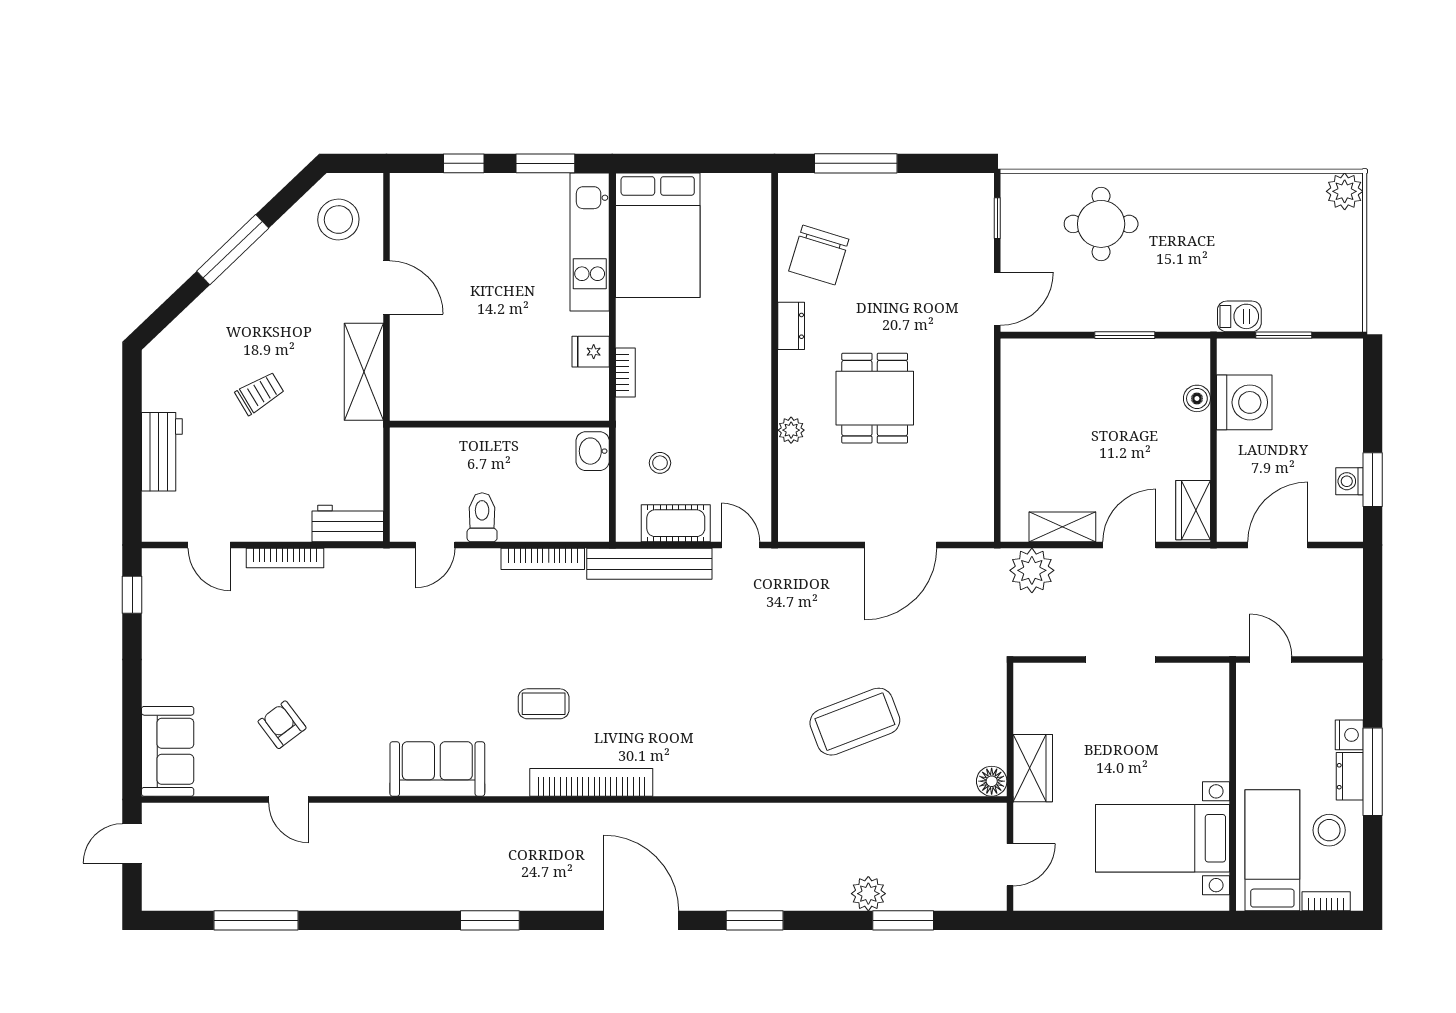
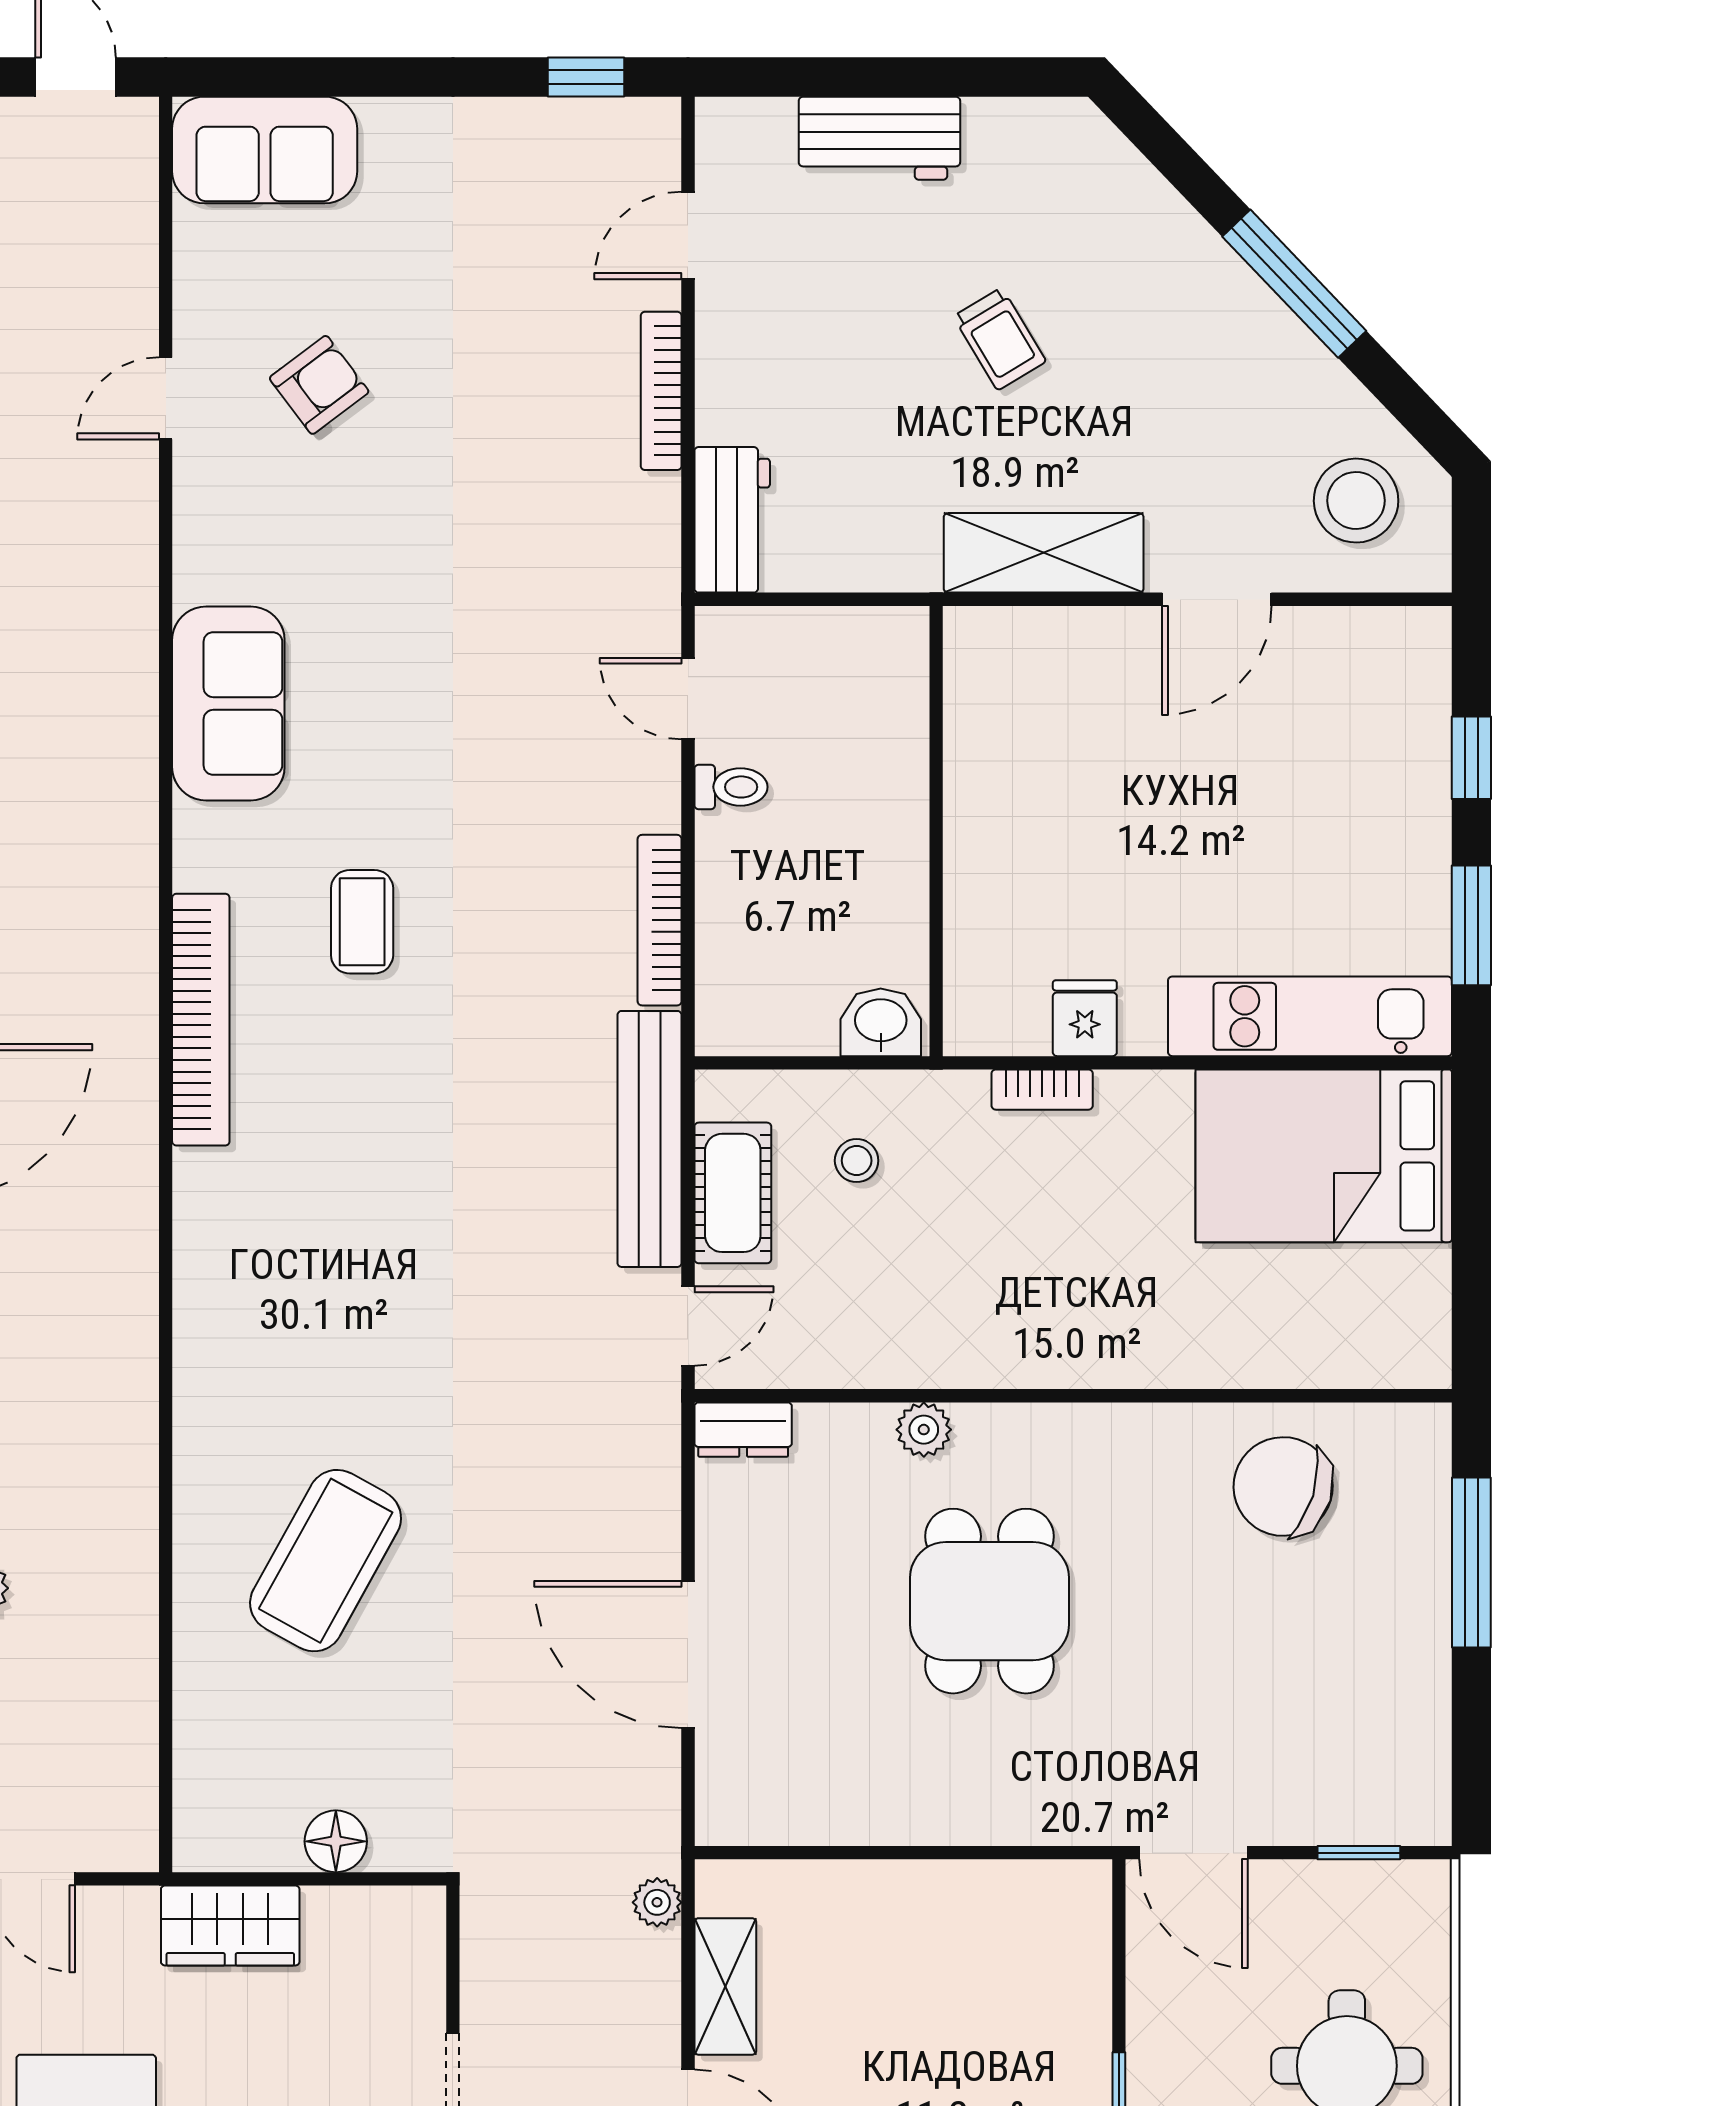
dresser: (791, 326) -> (743, 1430), moved
dining table: (875, 398) -> (989, 1601), turned 90
toilet: (482, 517) -> (731, 787), width x0.73, depth x0.72
plant: (1032, 570) -> (657, 1902), width x0.53, depth x0.53
coffee table: (855, 722) -> (326, 1561), turned 50
floor lamp: (992, 781) -> (336, 1841), moved

